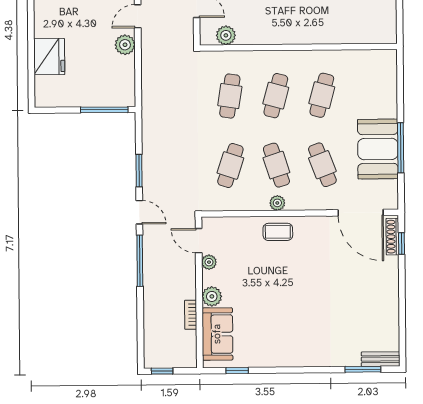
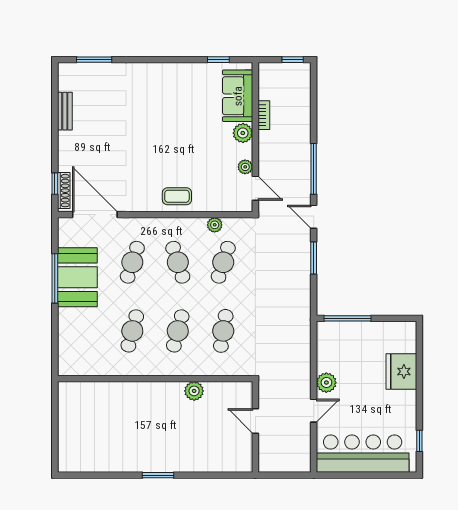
plant: (226, 35) -> (194, 391), moved
cafe table: (322, 165) -> (132, 262), turned 39
plant: (277, 203) -> (215, 225), moved
bench: (381, 359) -> (65, 111), moved, turned 90

